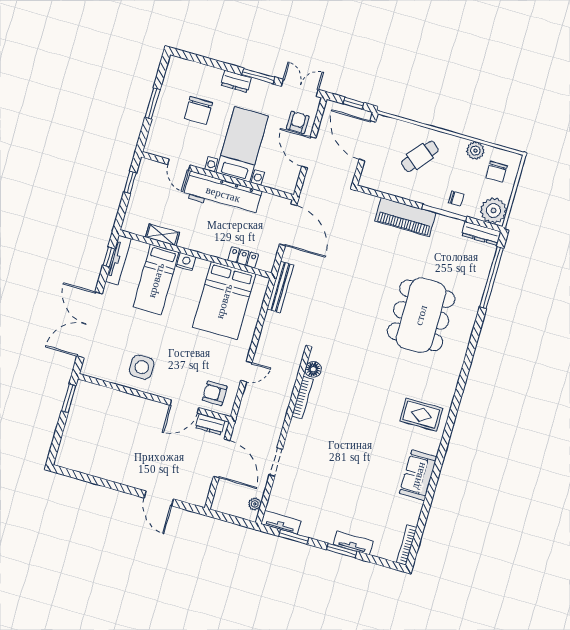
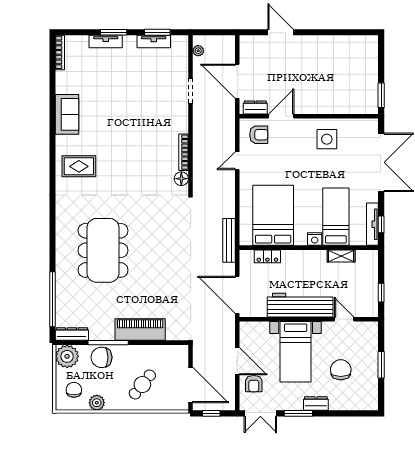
chair: (456, 199) -> (101, 357), width x1.87, depth x1.87
tv unit: (281, 522) -> (154, 42), moved

